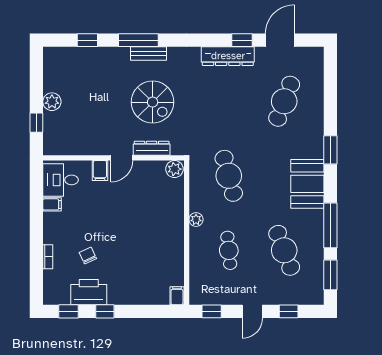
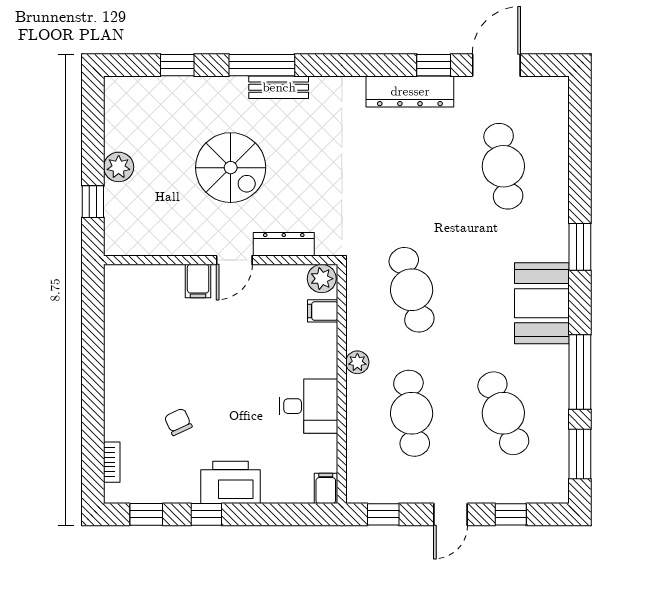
cafe table: (284, 101) -> (503, 166), turned -30
spiral stairs: (153, 102) -> (231, 168), moved
desk: (61, 180) -> (308, 406), moved, turned 180
filing cabinet: (52, 204) -> (323, 311), moved, turned 180
cafe table: (229, 250) -> (412, 413), width x1.37, depth x1.35
bookcase: (48, 257) -> (112, 462), moved
printer: (89, 292) -> (231, 482), moved

